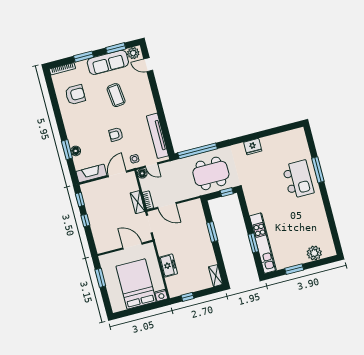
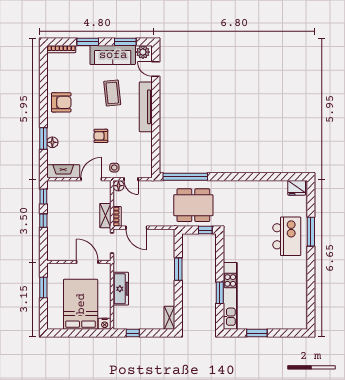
armchair: (75, 95) -> (61, 102), moved
tv unit: (158, 136) -> (146, 107), moved
fridge: (253, 147) -> (297, 188), moved
plant: (314, 253) -> (283, 321), removed
freezer: (168, 266) -> (121, 289), width x1.40

